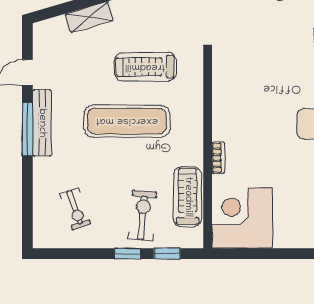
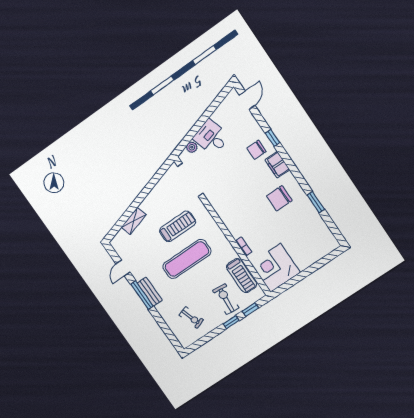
treadmill: (145, 67) -> (178, 226), turned 180
bench: (42, 123) -> (150, 292), width x0.73
treadmill: (188, 197) -> (242, 276), turned 180

